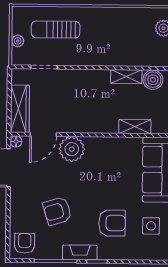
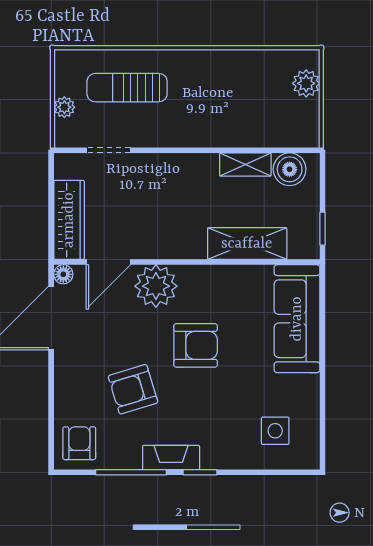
shelving: (135, 127) -> (247, 244), width x1.50, depth x1.33
armchair: (112, 223) -> (196, 345), moved
side table: (151, 226) -> (275, 431), moved

